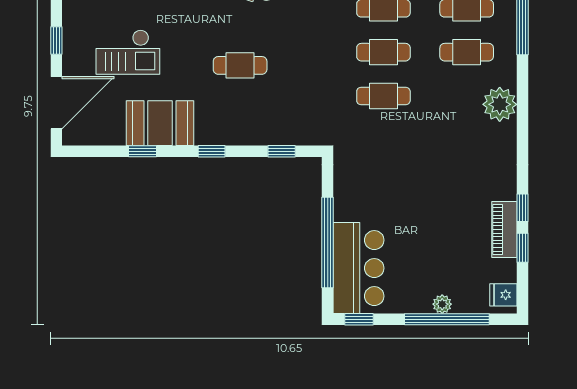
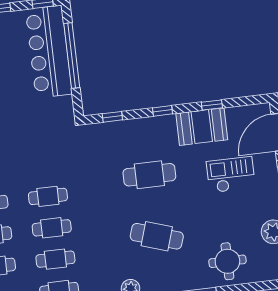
cafe table: (240, 65) -> (149, 175), width x1.37, depth x1.35
cafe table: (383, 96) -> (44, 165), removed
bar counter: (359, 268) -> (49, 52), width x1.36

